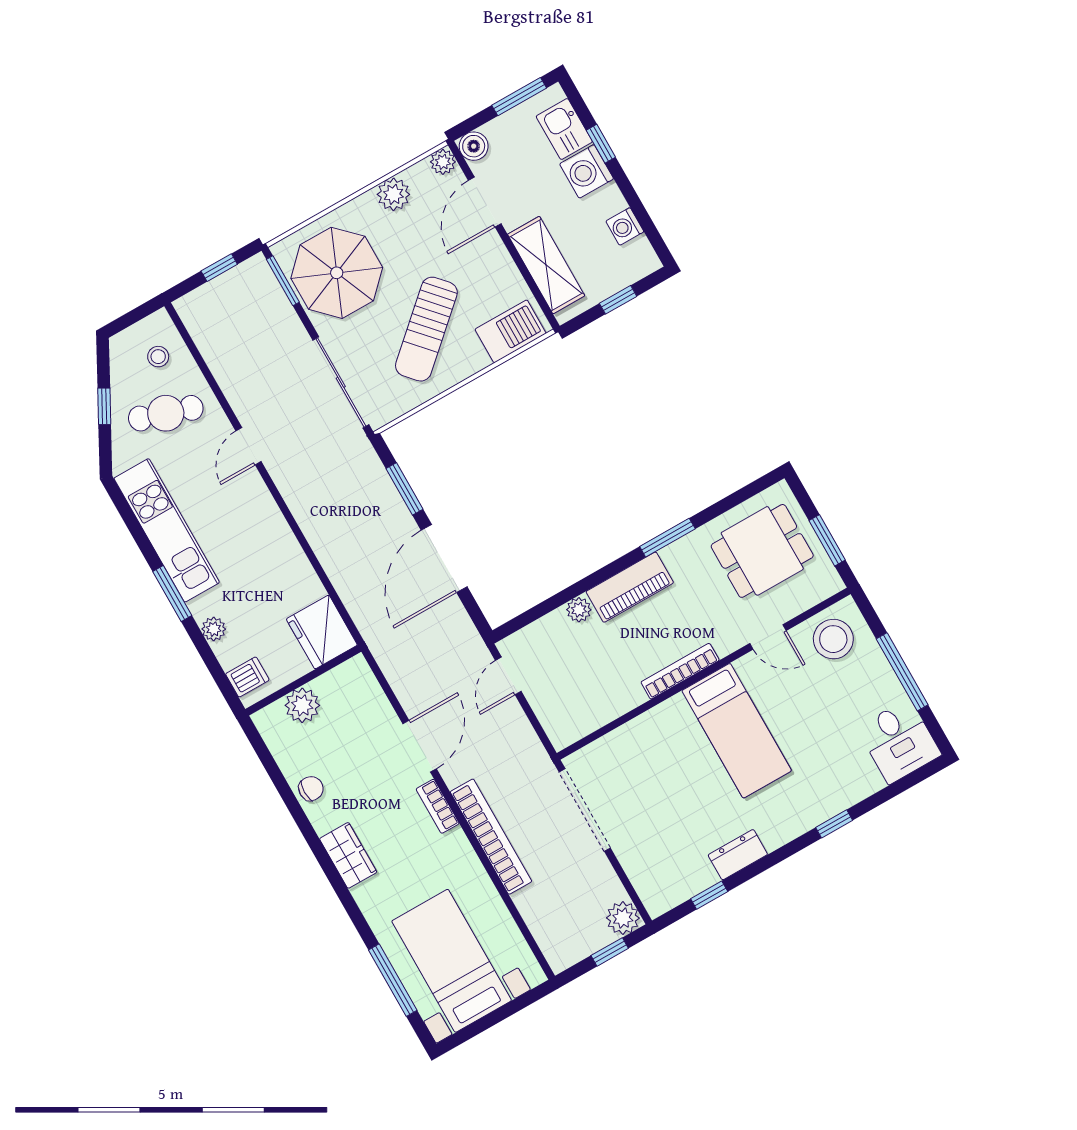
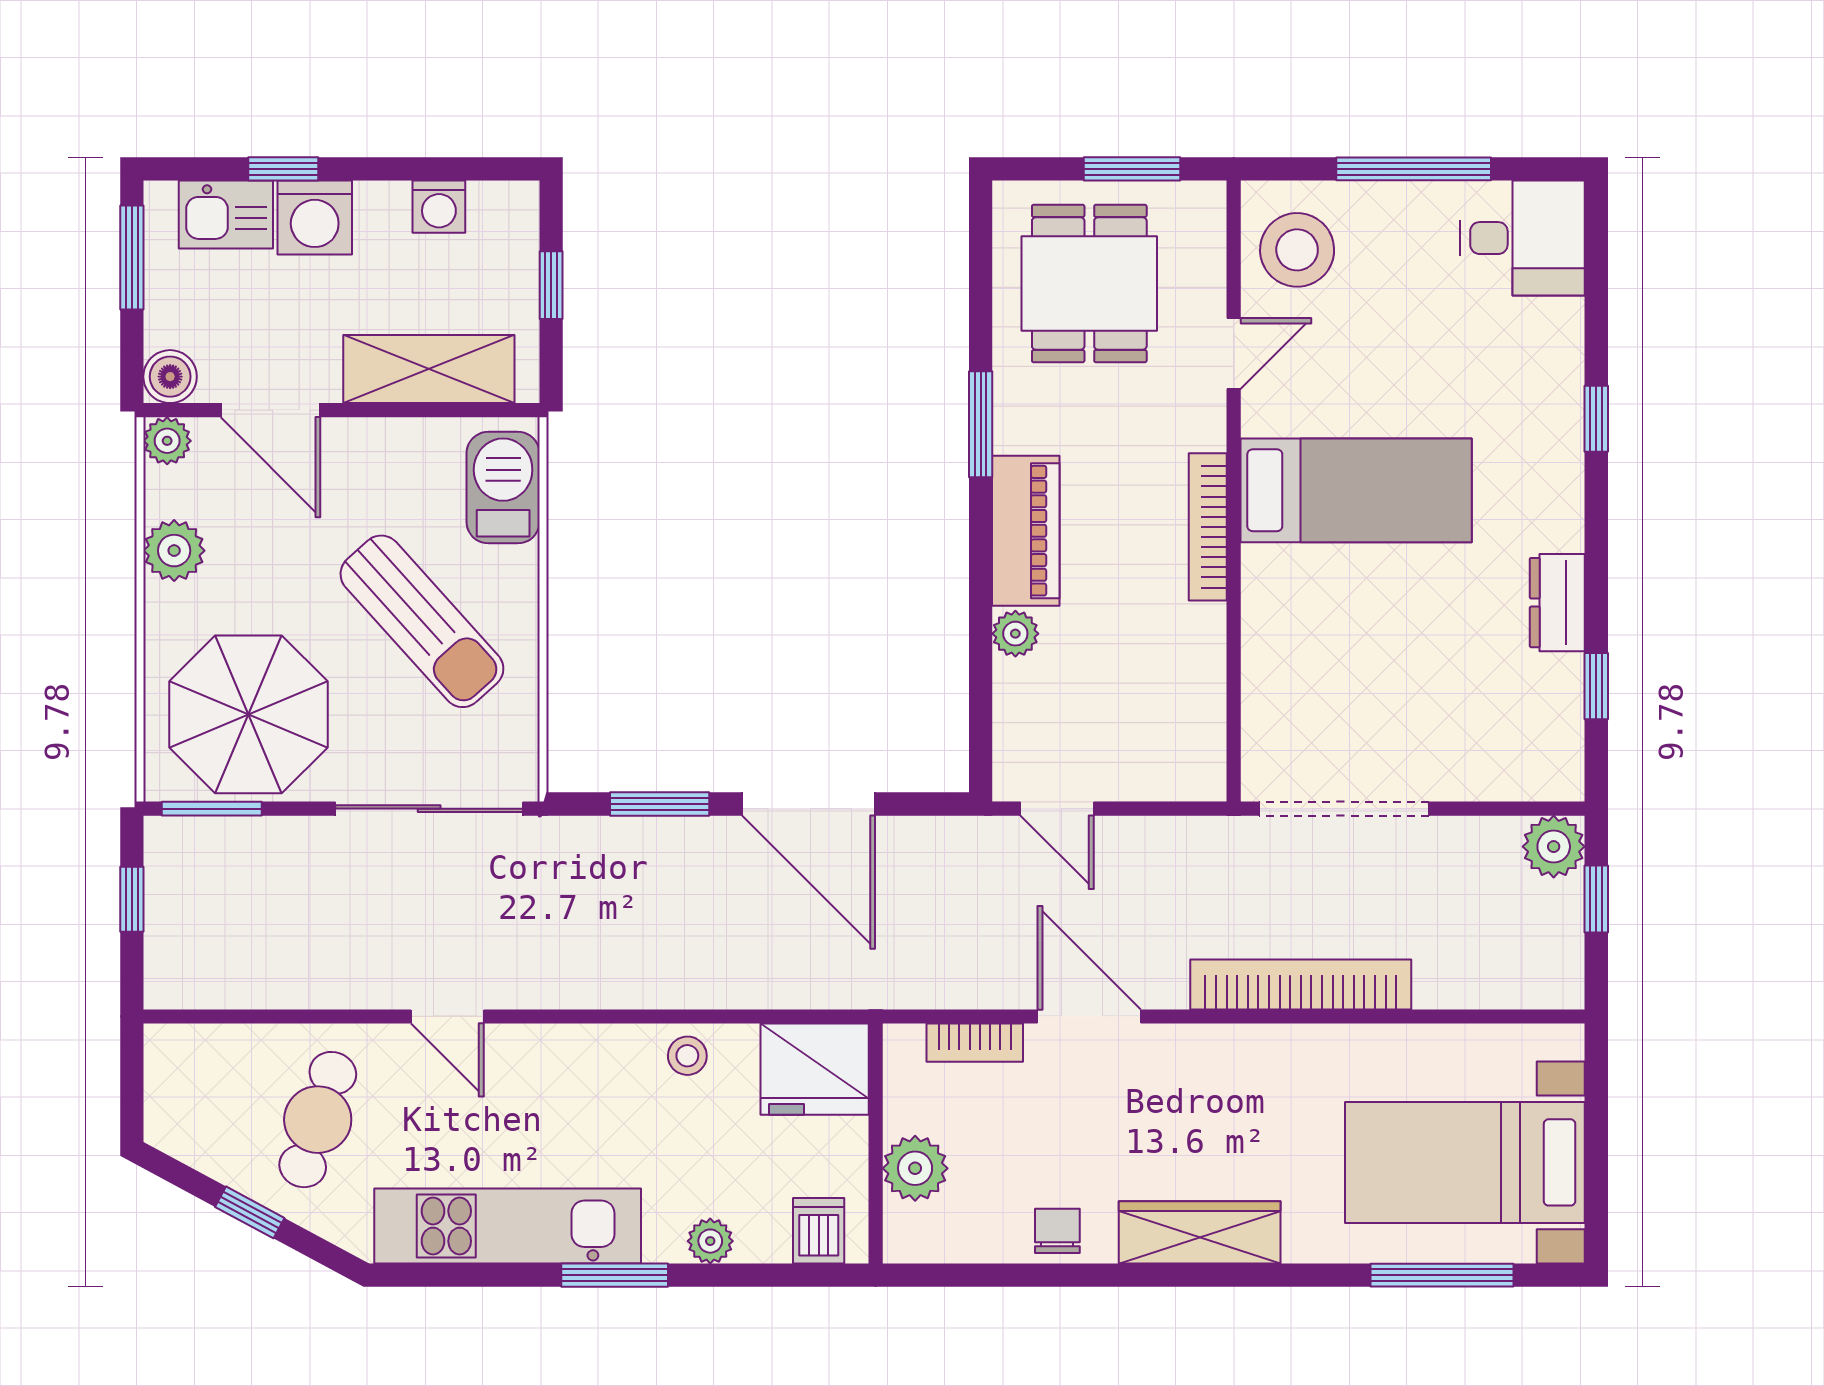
stool: (158, 357) -> (687, 1056), moved
bookcase: (438, 806) -> (975, 1043), moved
wardrobe: (348, 855) -> (1200, 1232), width x1.50

